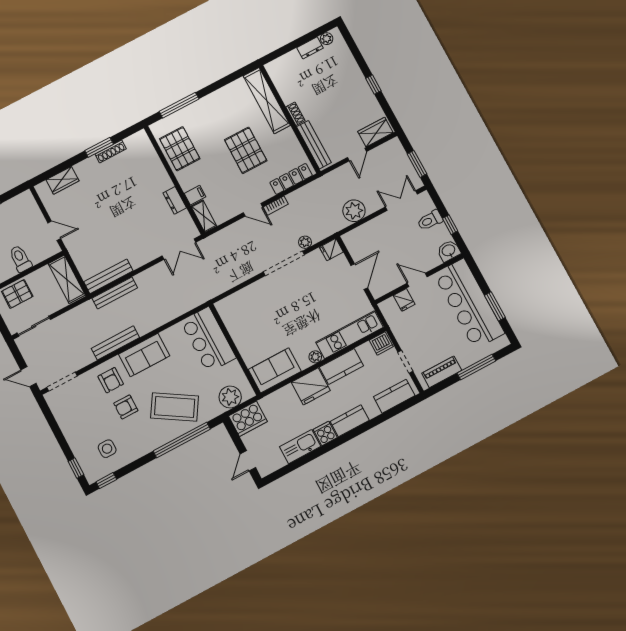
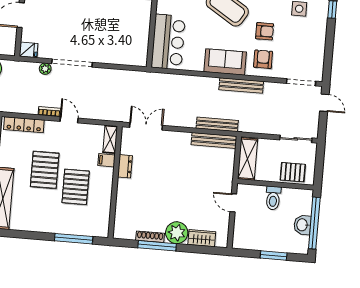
window: (99, 147) -> (157, 246), width x1.44
pallet: (180, 149) -> (76, 187), moved
plant: (89, 171) -> (177, 233), added

